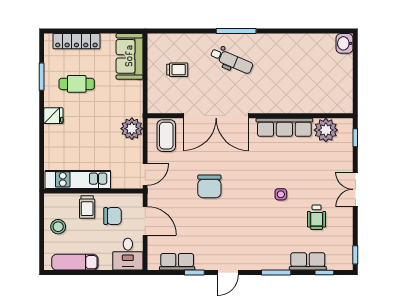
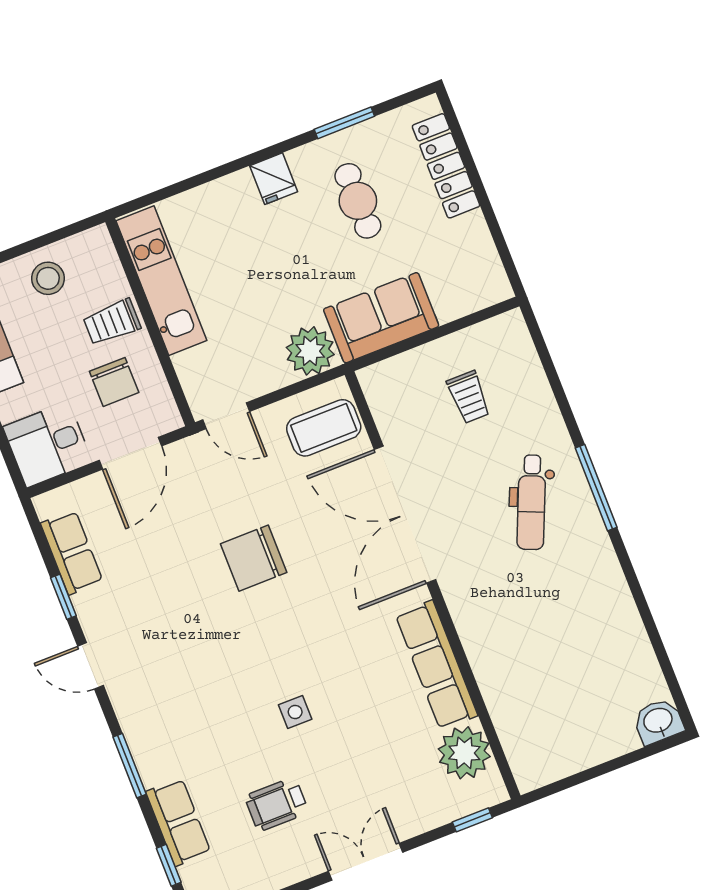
sofa: (130, 56) -> (381, 318), moved

